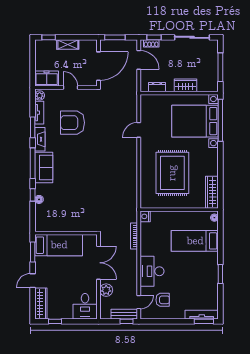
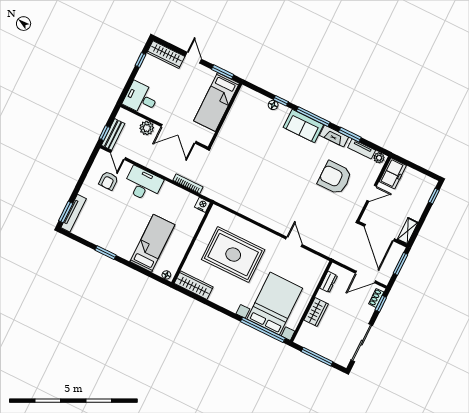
shelving: (68, 45) -> (408, 231), moved
armchair: (72, 123) -> (335, 178), turned -90

